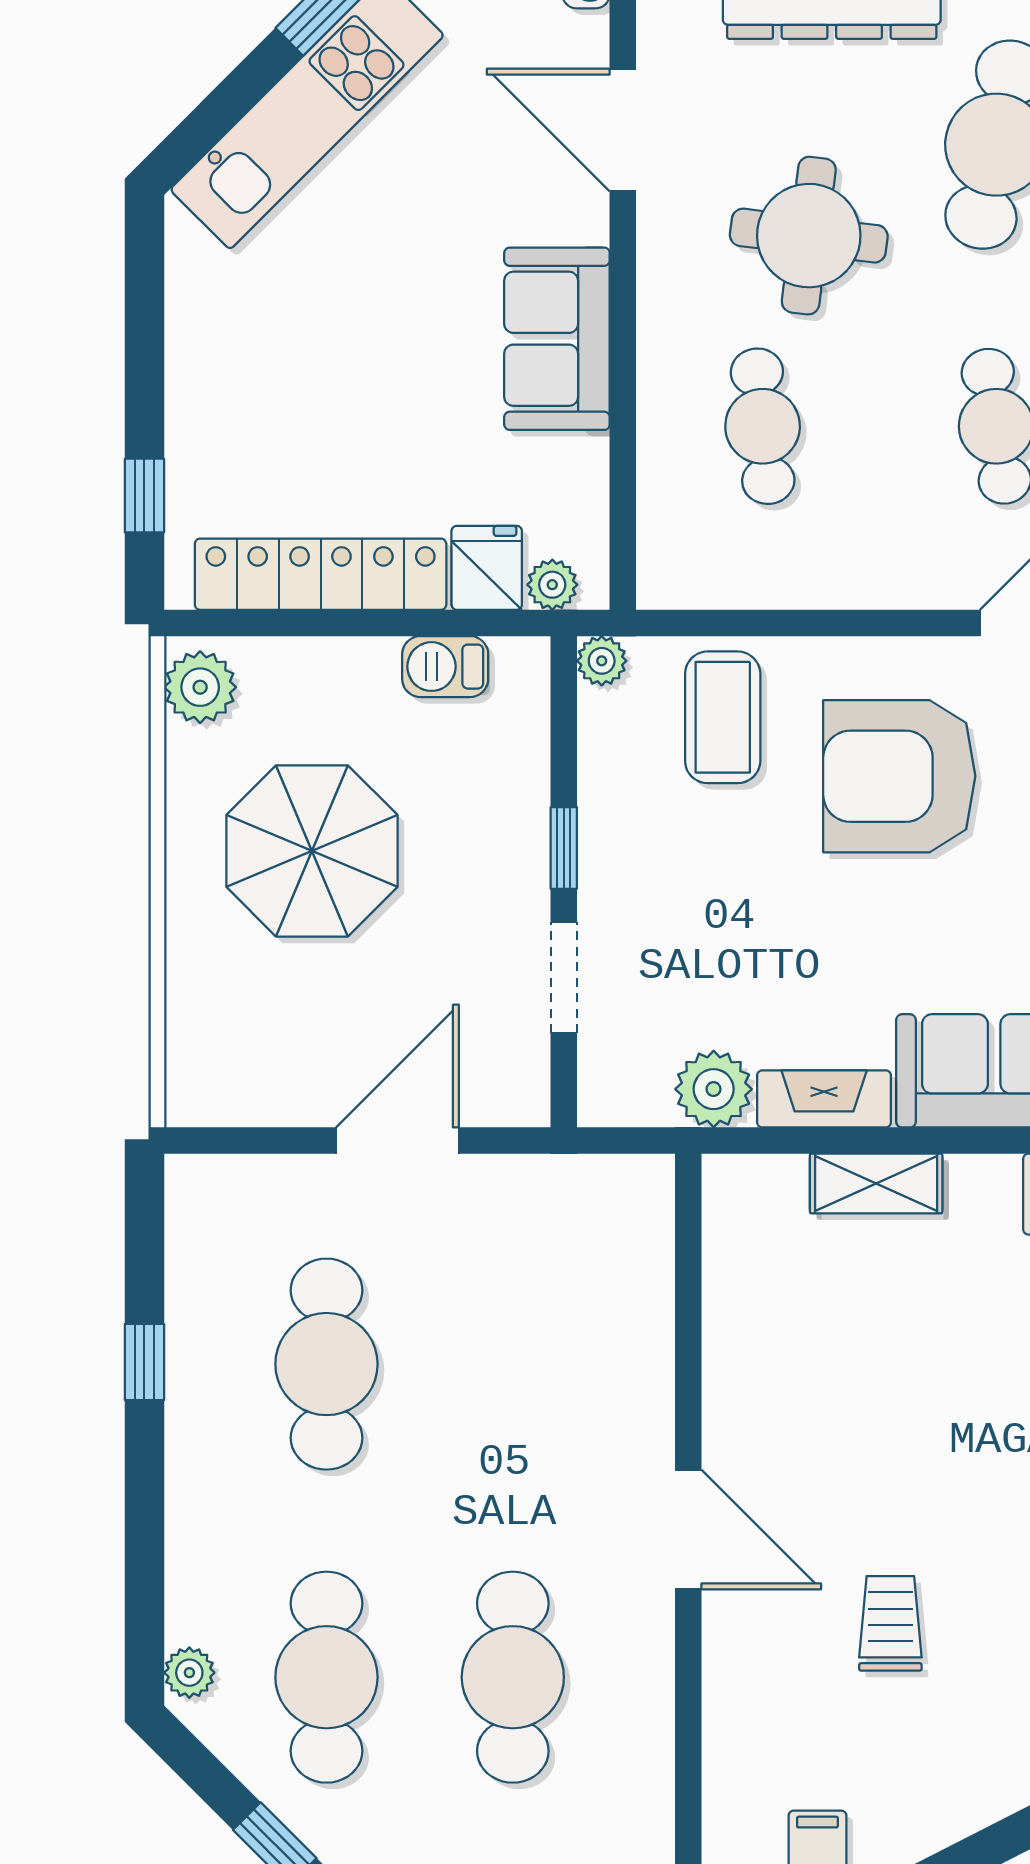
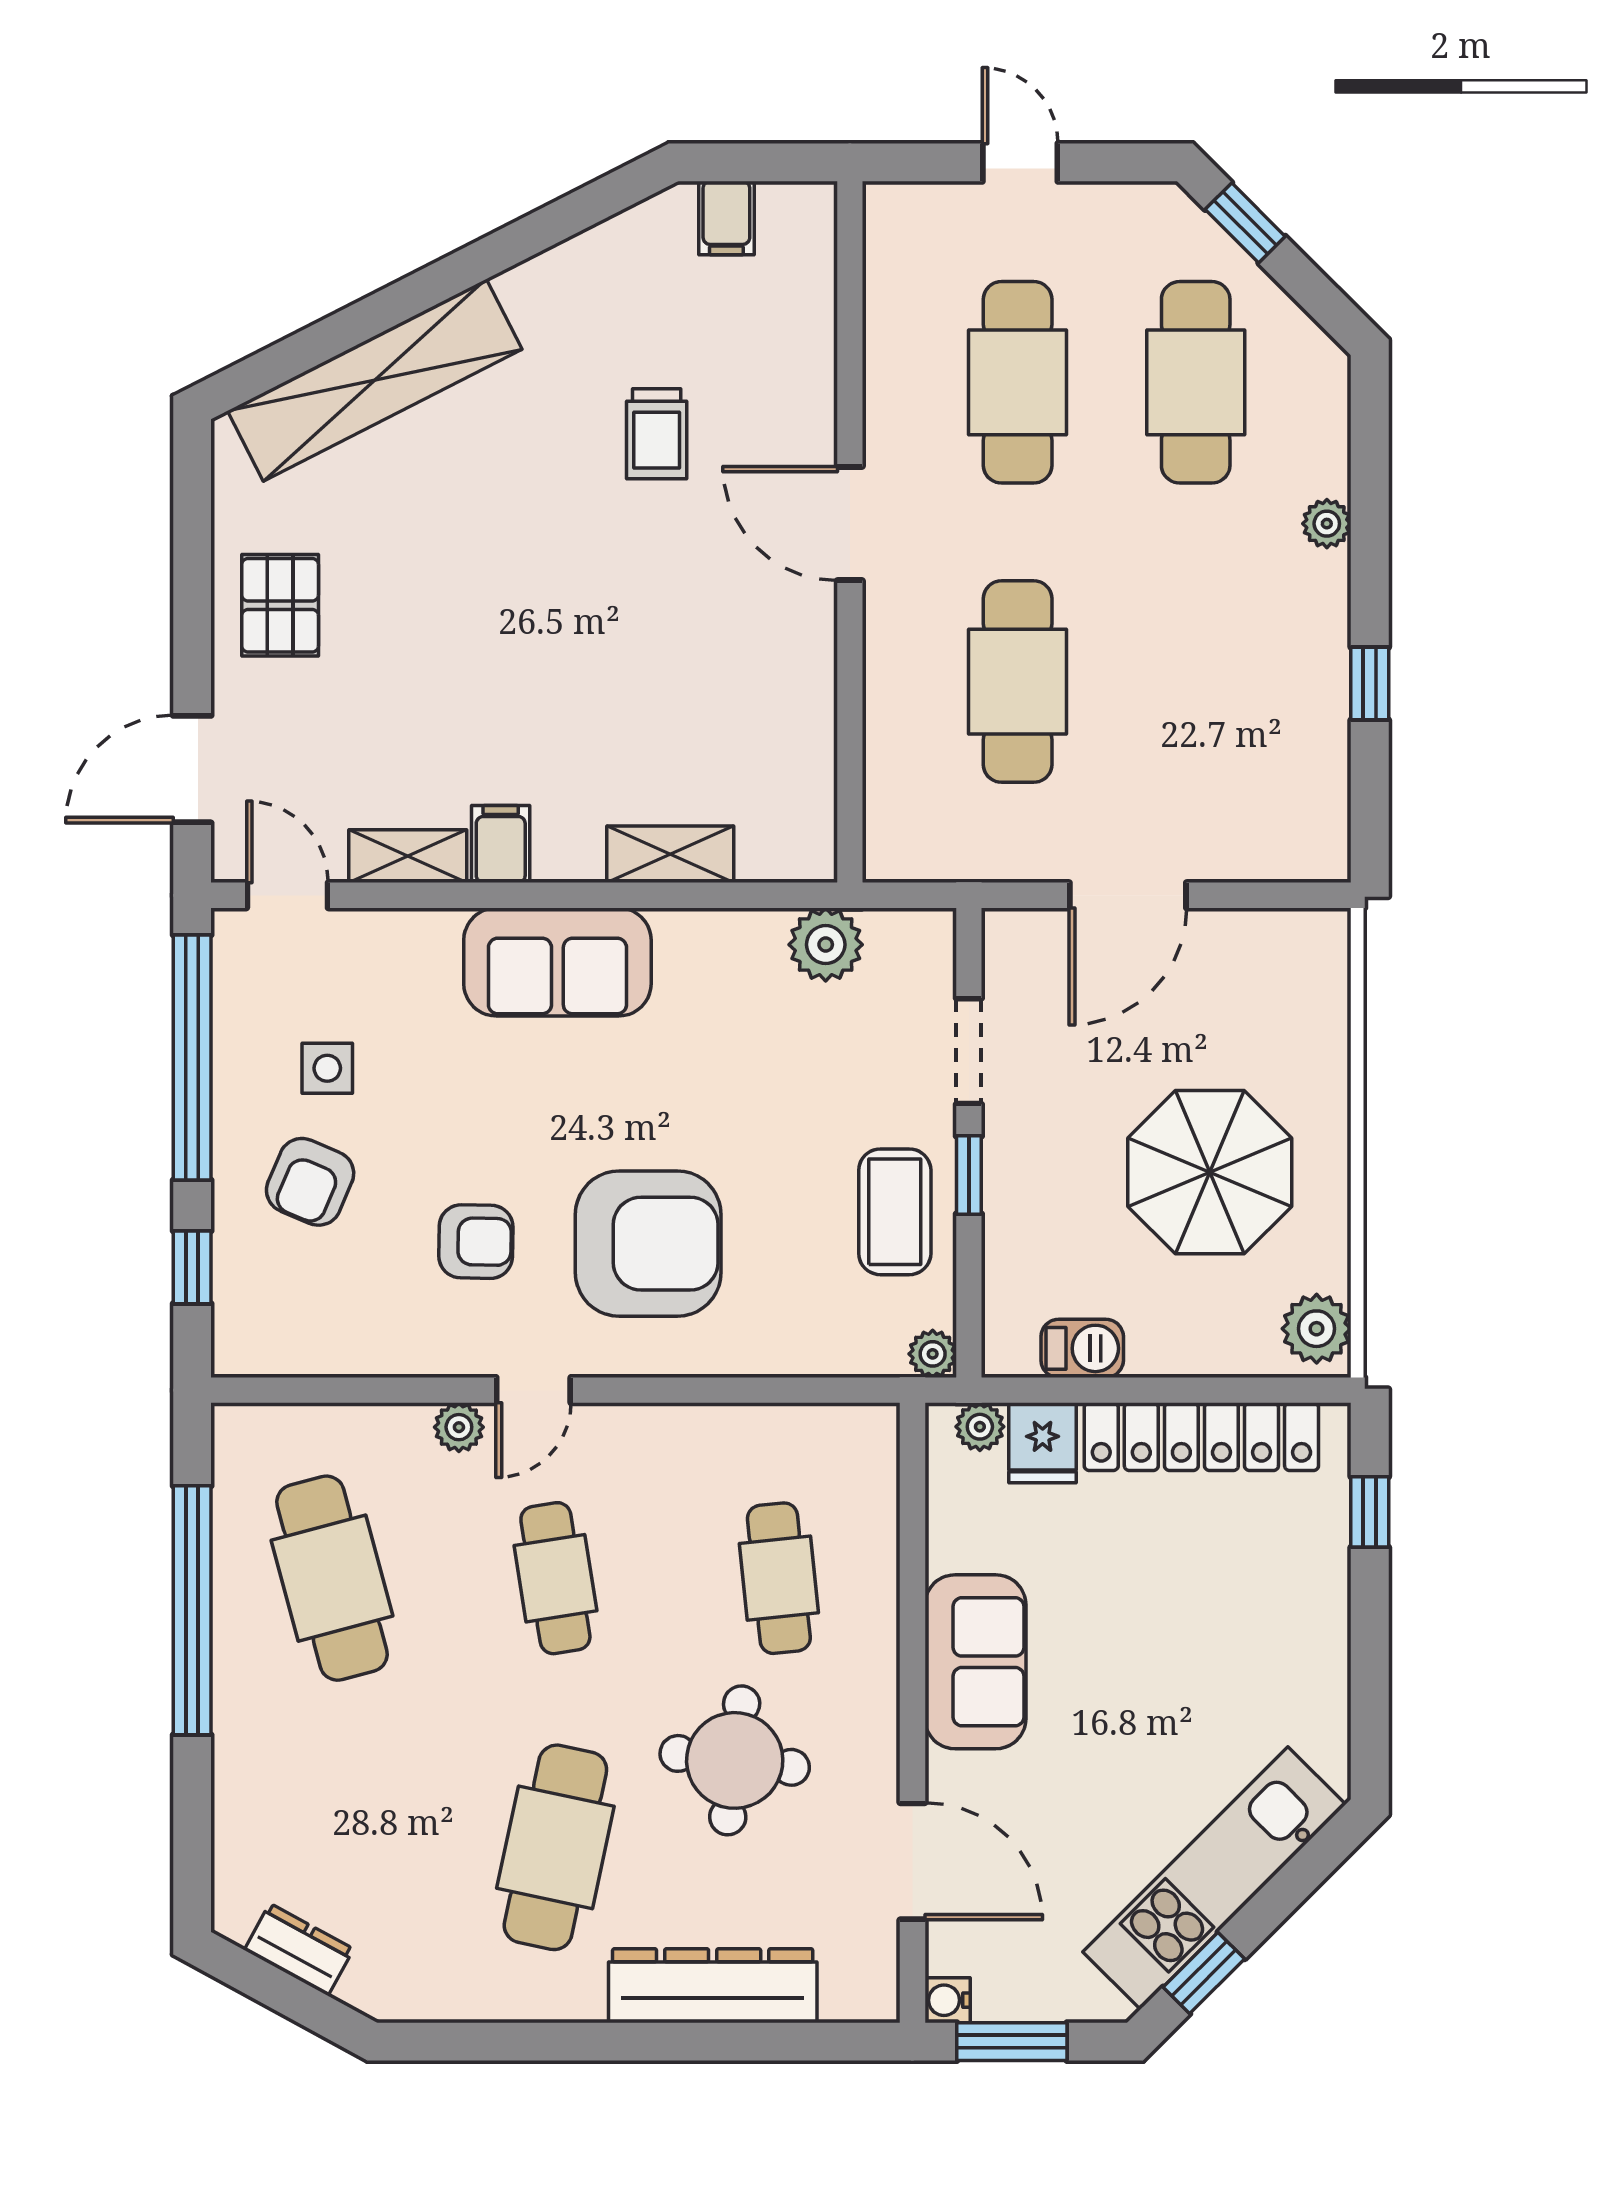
coffee table: (723, 717) -> (895, 1212), moved
fireplace: (824, 1099) -> (720, 935), removed
cafe table: (326, 1364) -> (1018, 682), moved
plant: (189, 1673) -> (1327, 524), moved

